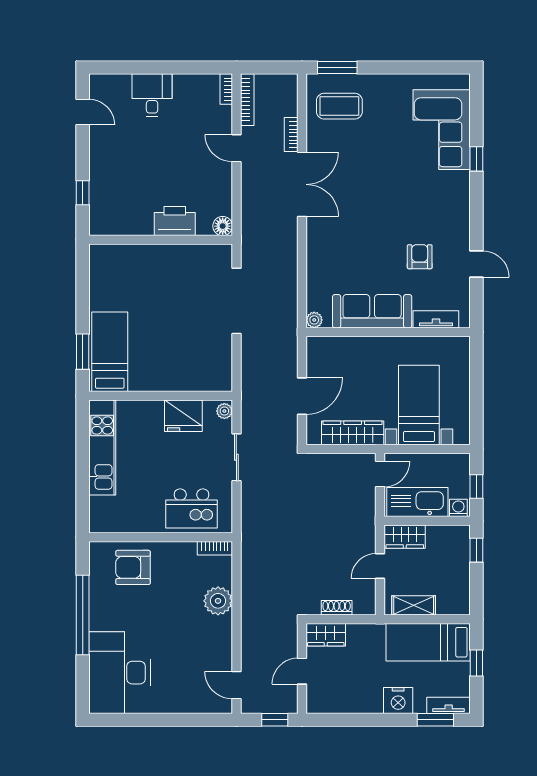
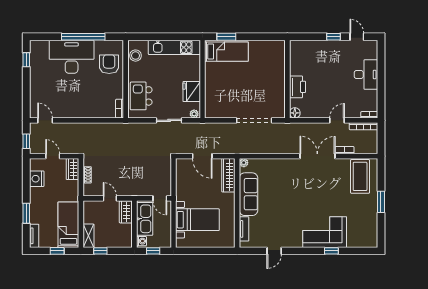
window: (337, 68) -> (381, 202), moved
desk: (152, 95) -> (366, 74), width x1.37
coffee table: (339, 106) -> (360, 176), width x1.36, depth x1.32
door: (83, 112) -> (357, 37), swing flipped
corner sofa: (442, 130) -> (325, 232), moved
double door: (302, 184) -> (317, 156), swing flipped
window: (83, 193) -> (334, 37), moved
armchair: (420, 257) -> (278, 220), removed
wardrobe: (353, 433) -> (228, 175), moved, turned 180
stool: (117, 519) -> (136, 56), added
window: (476, 550) -> (100, 251), moved
plant: (218, 601) -> (91, 110), removed
shelving: (414, 605) -> (88, 236), moved
desk: (119, 673) -> (72, 57), moved
door: (236, 685) -> (45, 120), hinge flipped
nightstand: (398, 701) -> (37, 179), moved
window: (125, 720) -> (26, 60), added
window: (435, 720) -> (26, 213), moved

